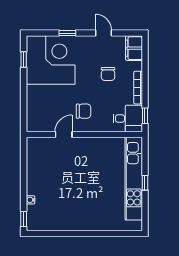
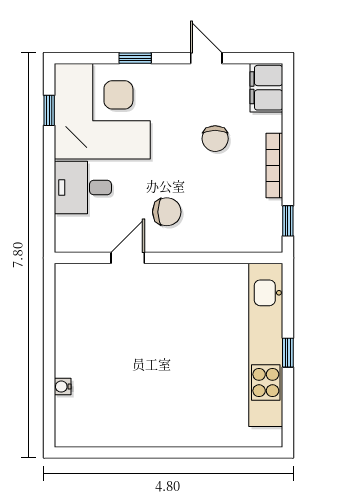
desk: (128, 118) -> (83, 188), moved, turned 180
window: (24, 219) -> (49, 424), removed

